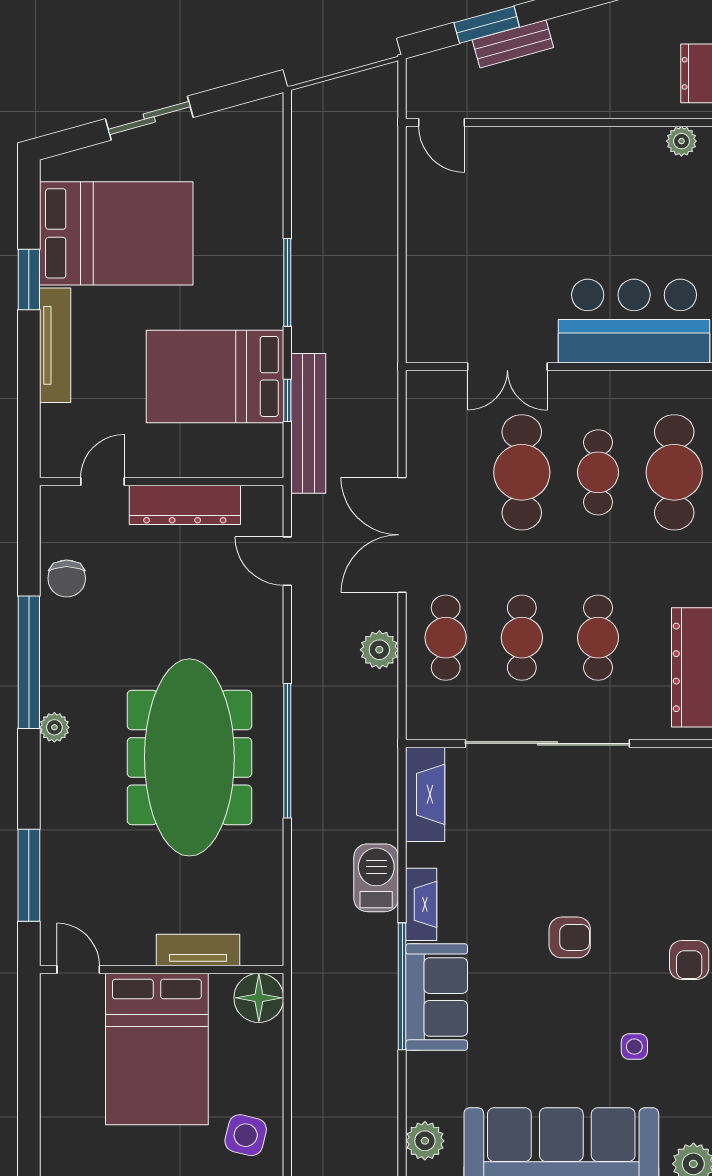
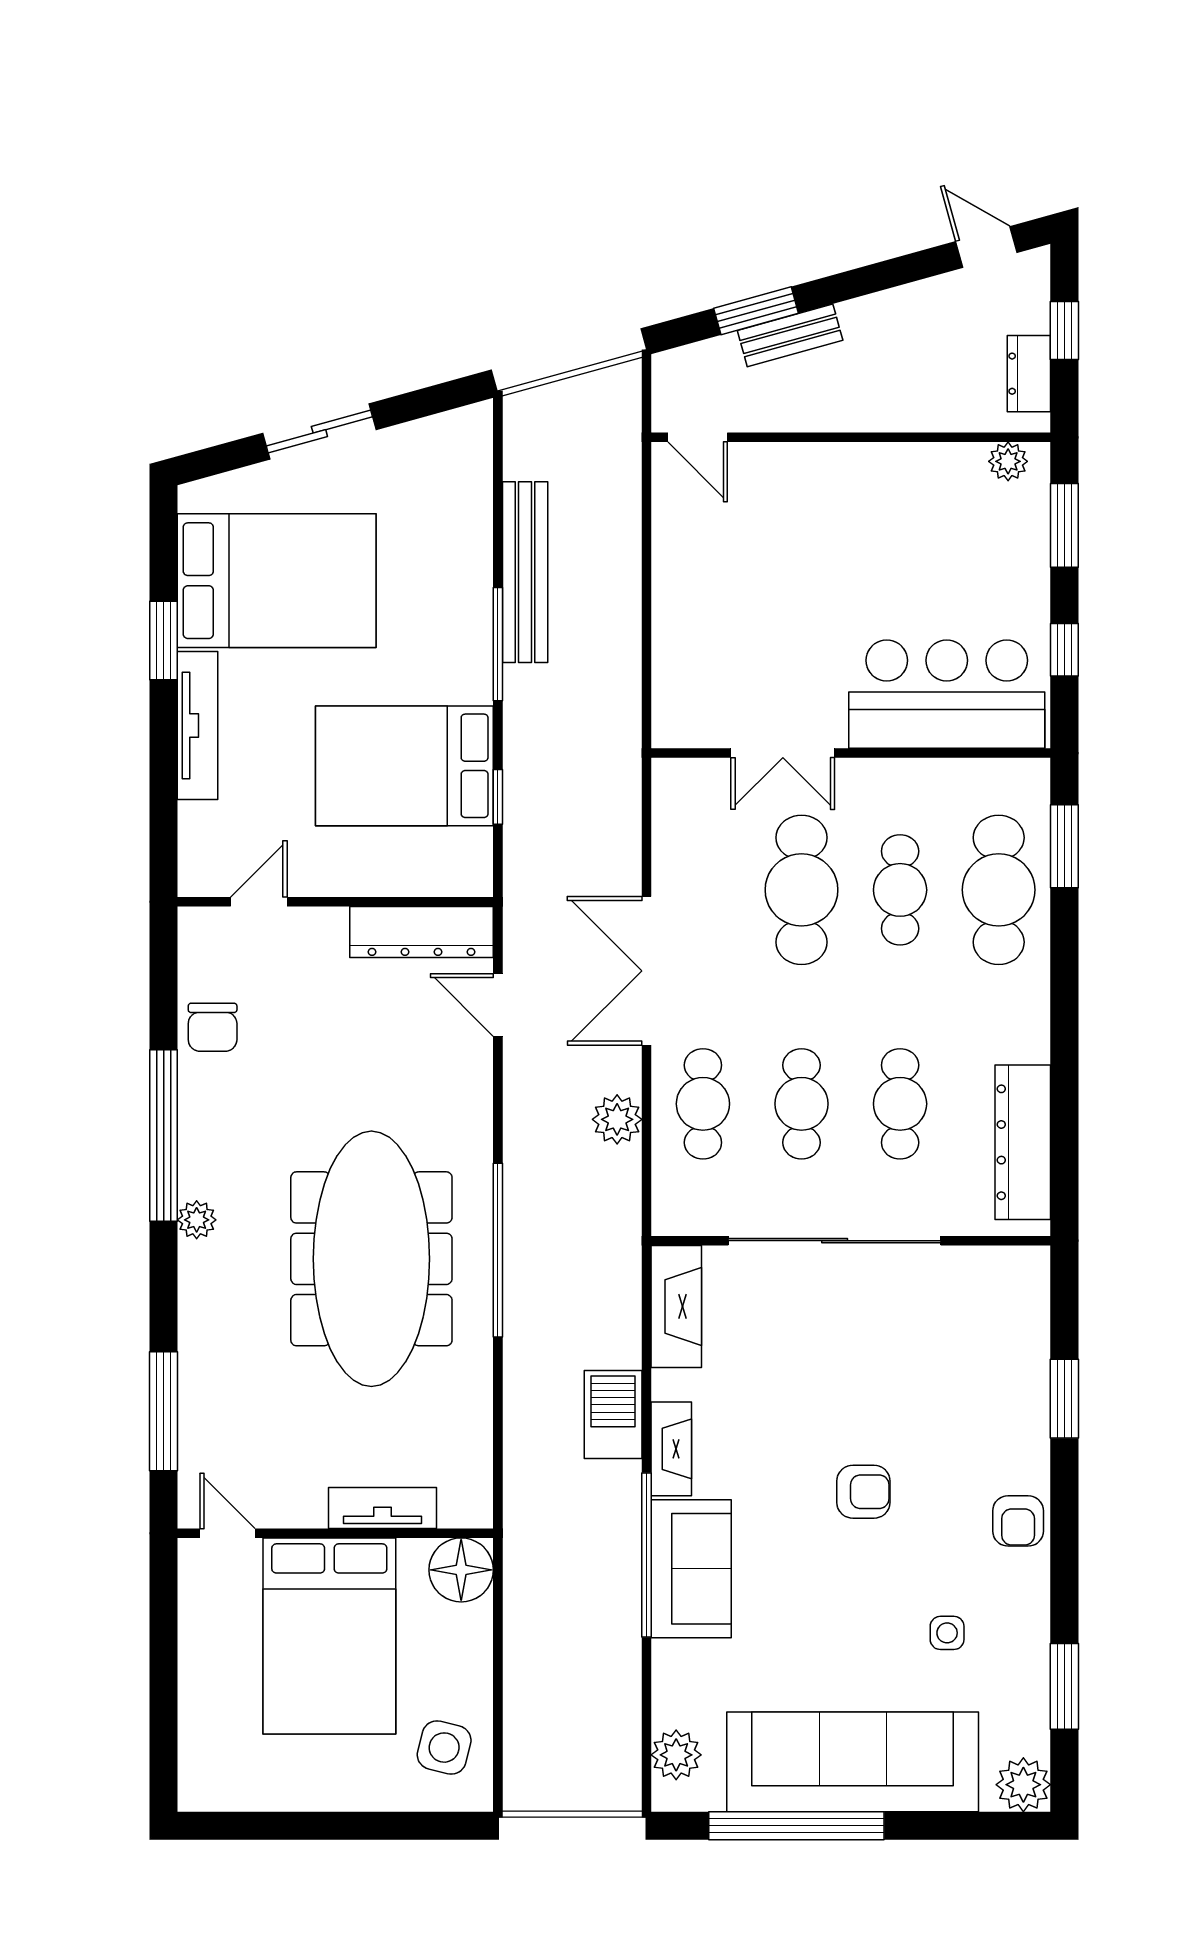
bench: (308, 423) -> (525, 572), moved
dresser: (185, 505) -> (421, 932), moved

